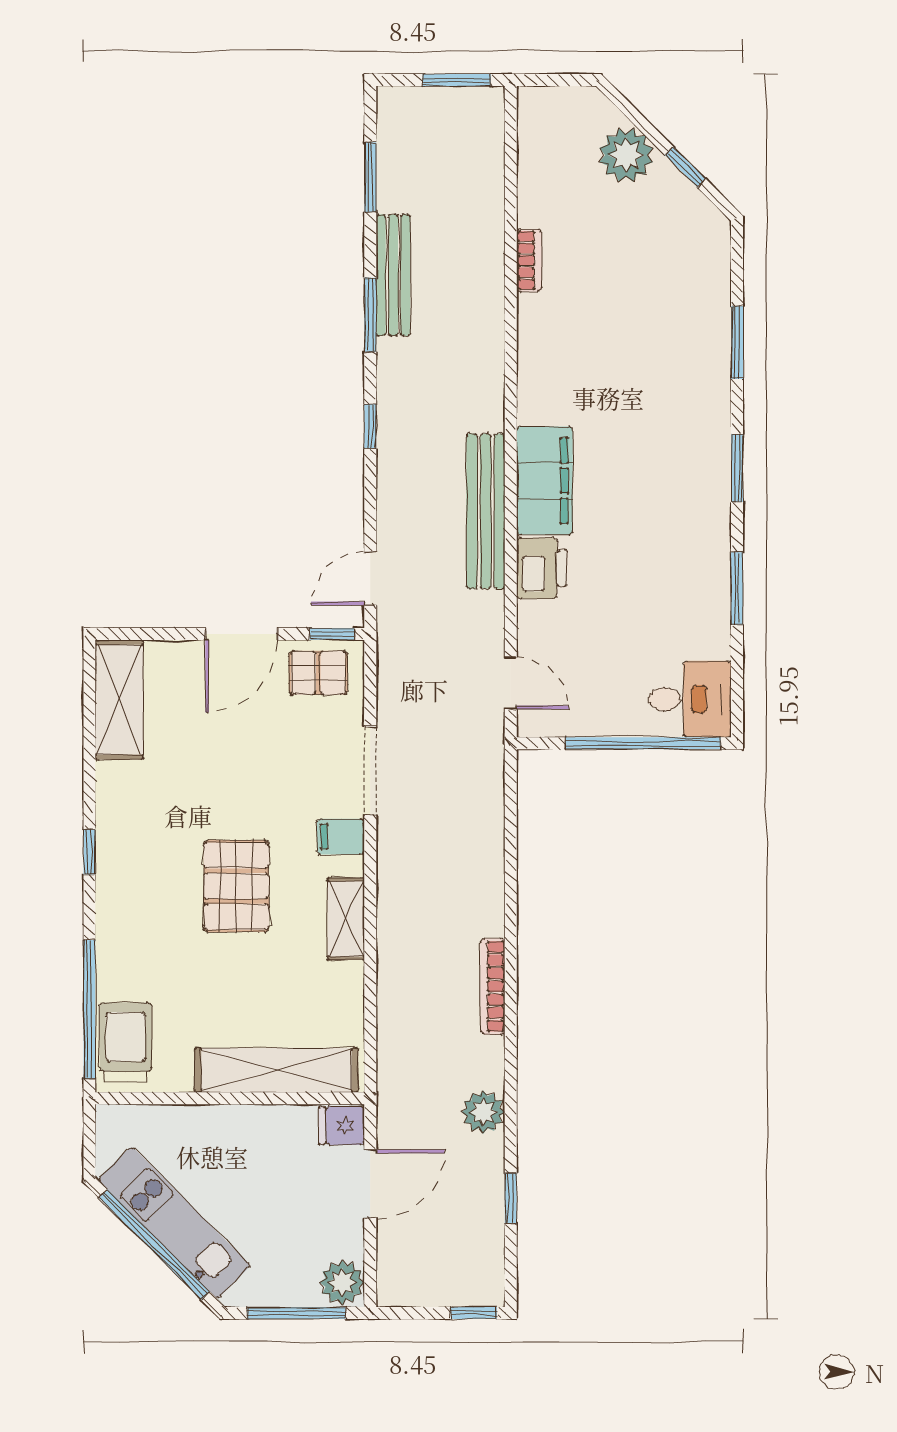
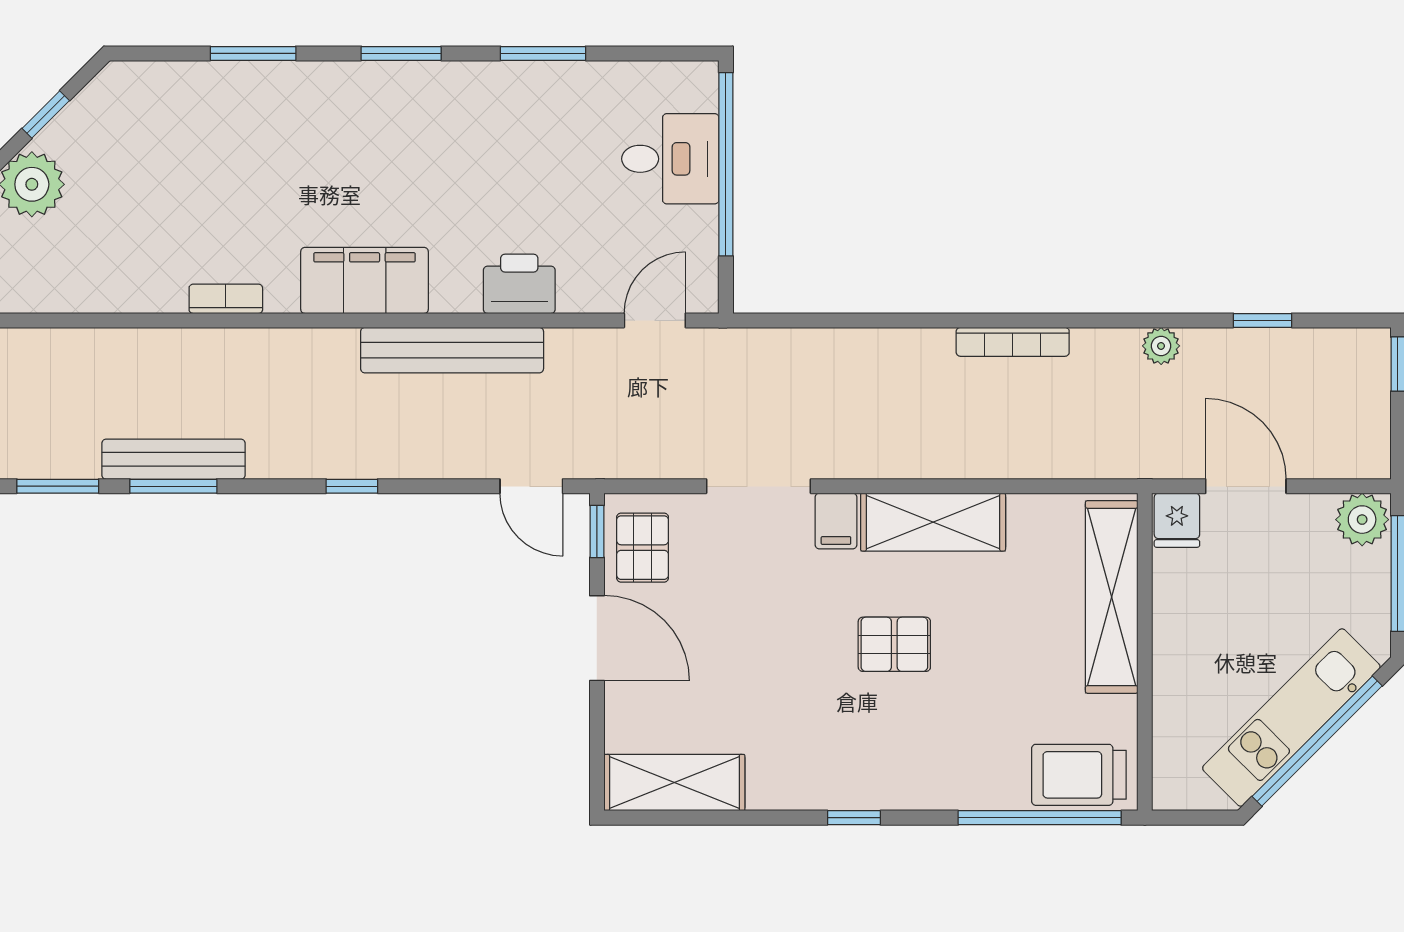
bookcase: (529, 260) -> (226, 299), moved
window: (370, 315) -> (173, 486), moved
filing cabinet: (545, 481) -> (365, 280), moved
desk: (690, 699) -> (670, 159), moved, turned 90
pallet: (236, 886) -> (894, 644), width x0.67, depth x0.71
shelving: (346, 919) -> (933, 522), width x1.50, depth x1.33
plant: (483, 1112) -> (1161, 346), width x0.73, depth x0.73

